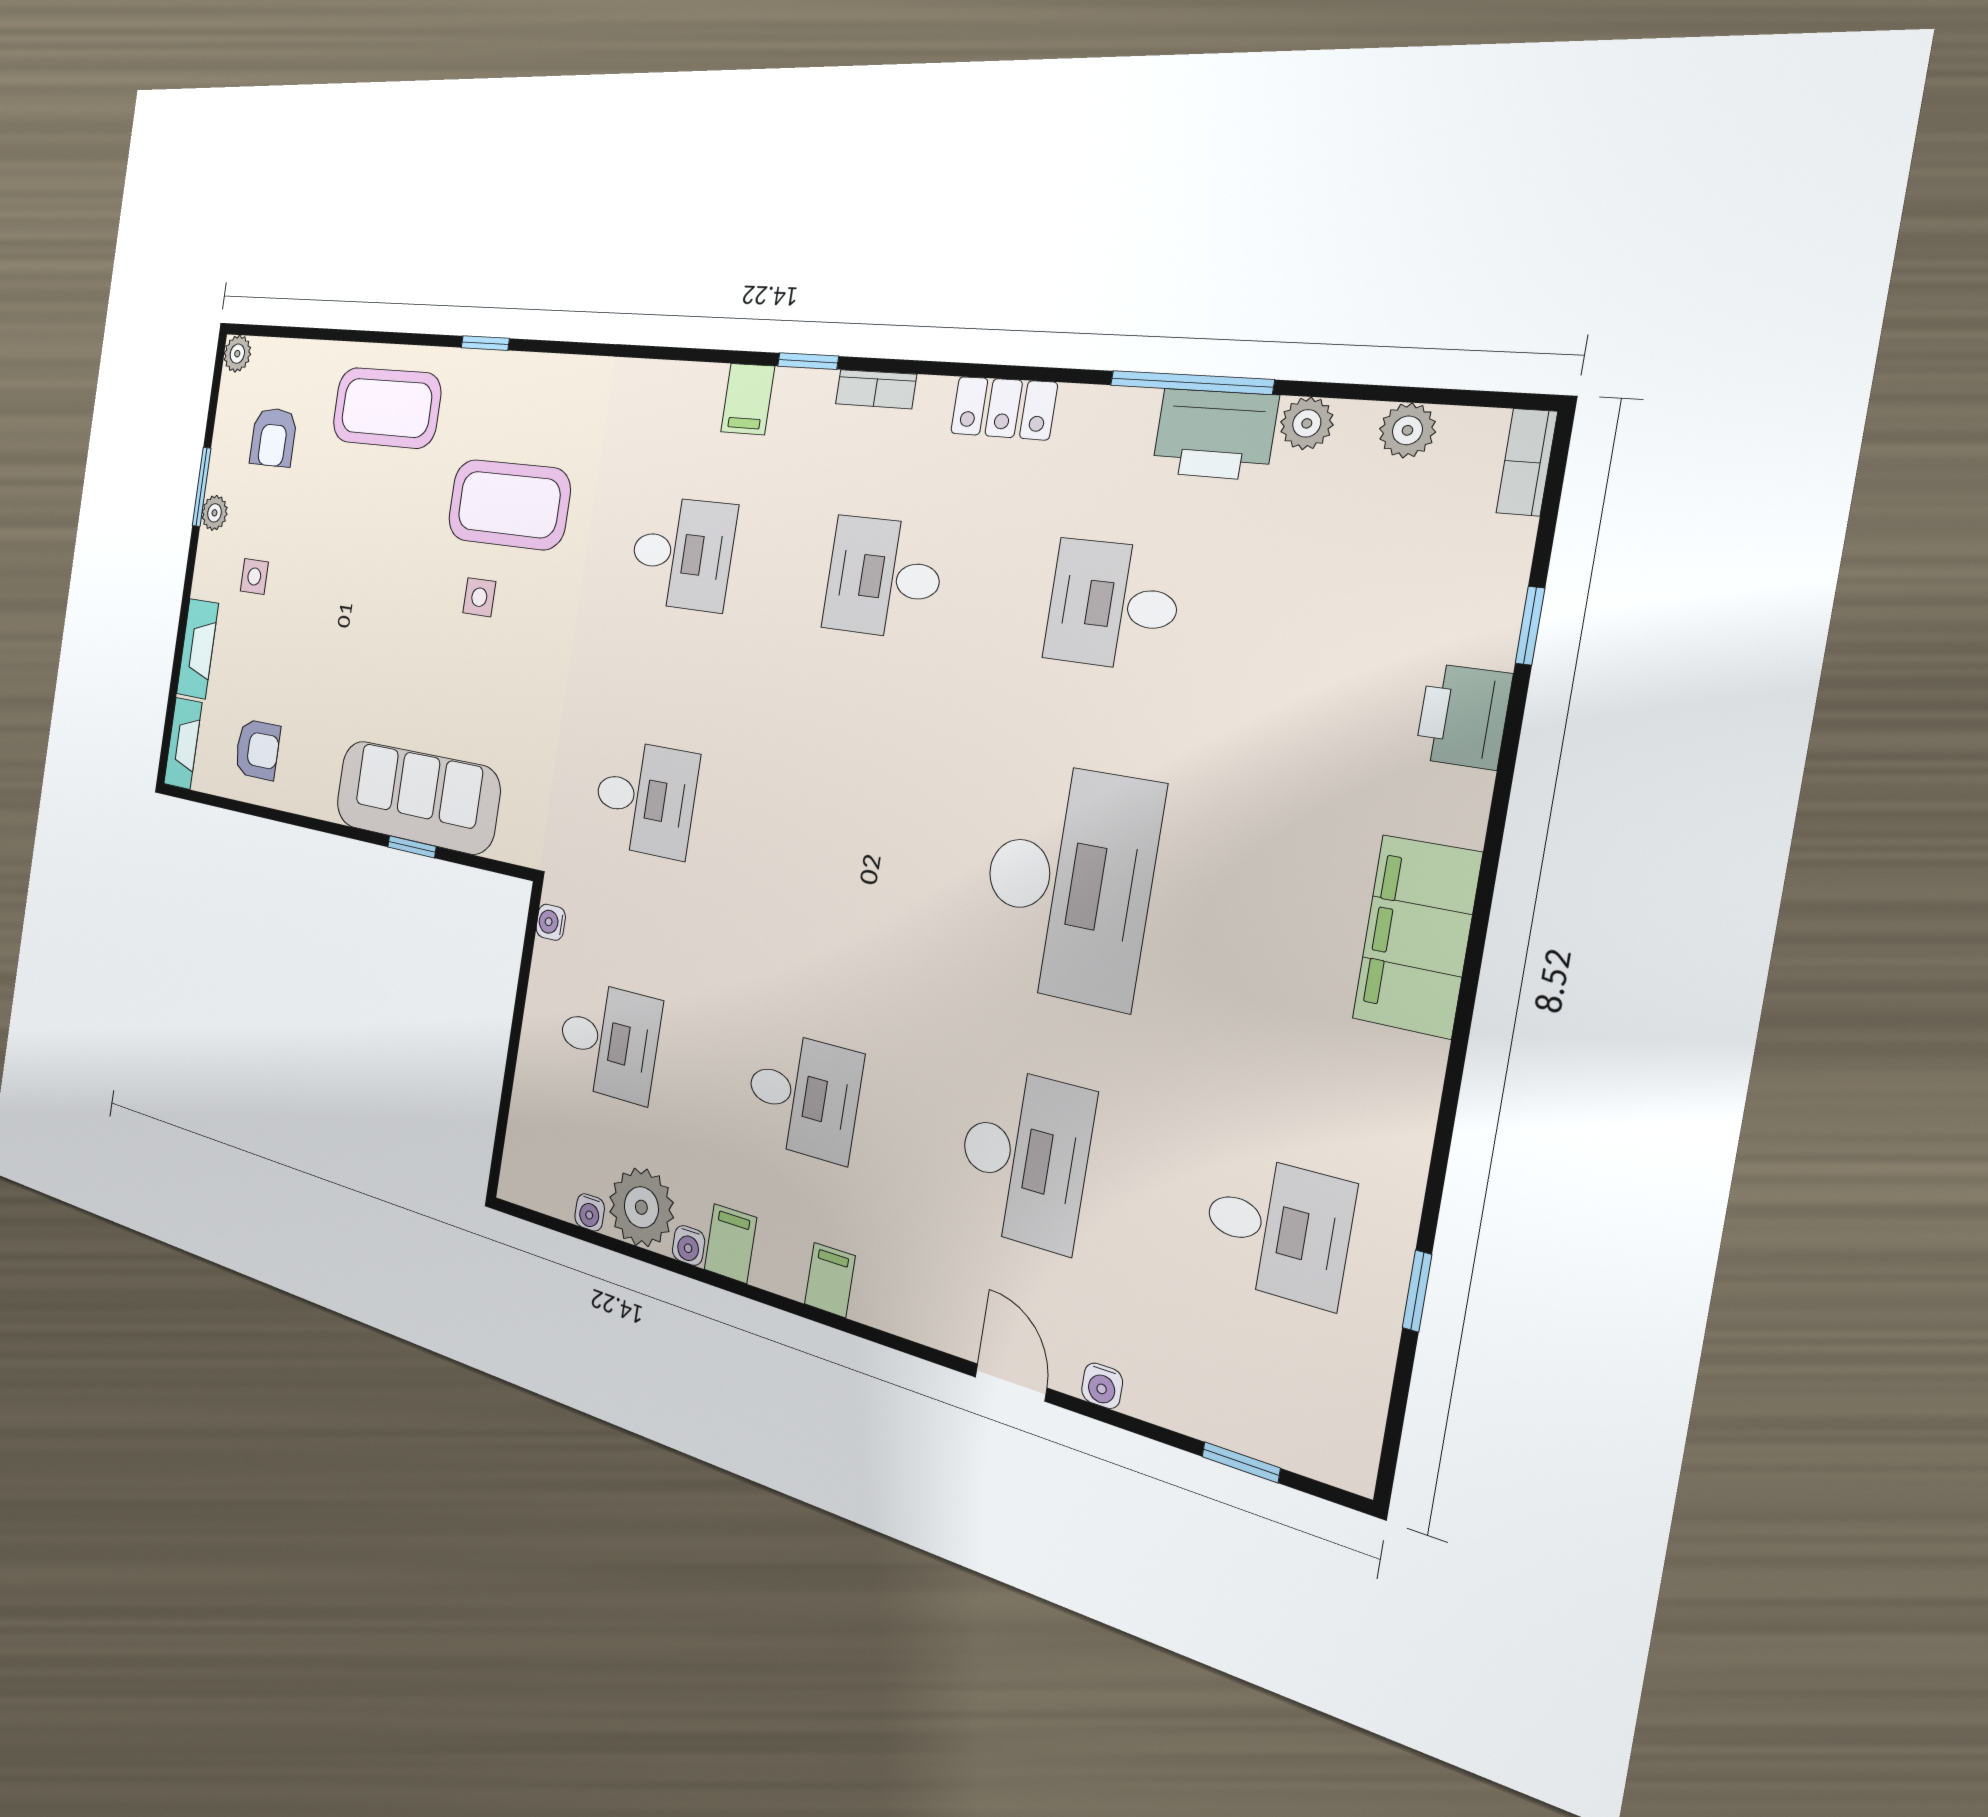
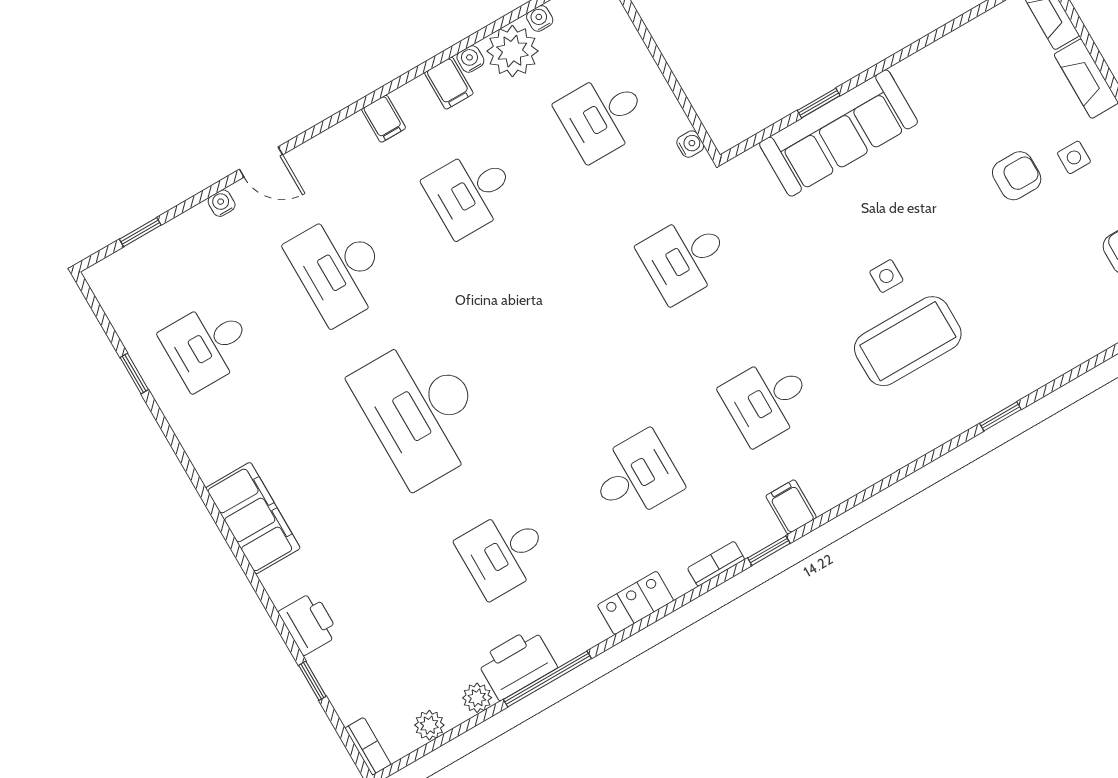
coffee table: (386, 408) -> (1048, 330), removed
desk: (1113, 605) -> (504, 553), turned 180
armchair: (257, 750) -> (1017, 176), moved, turned 180

